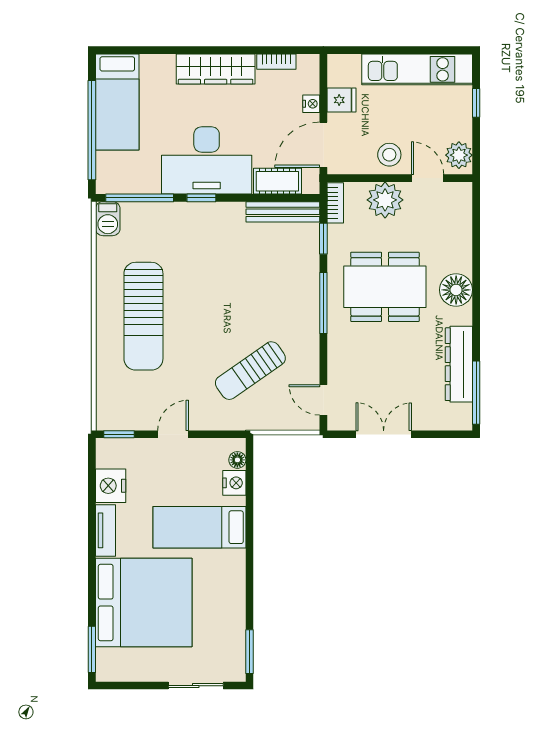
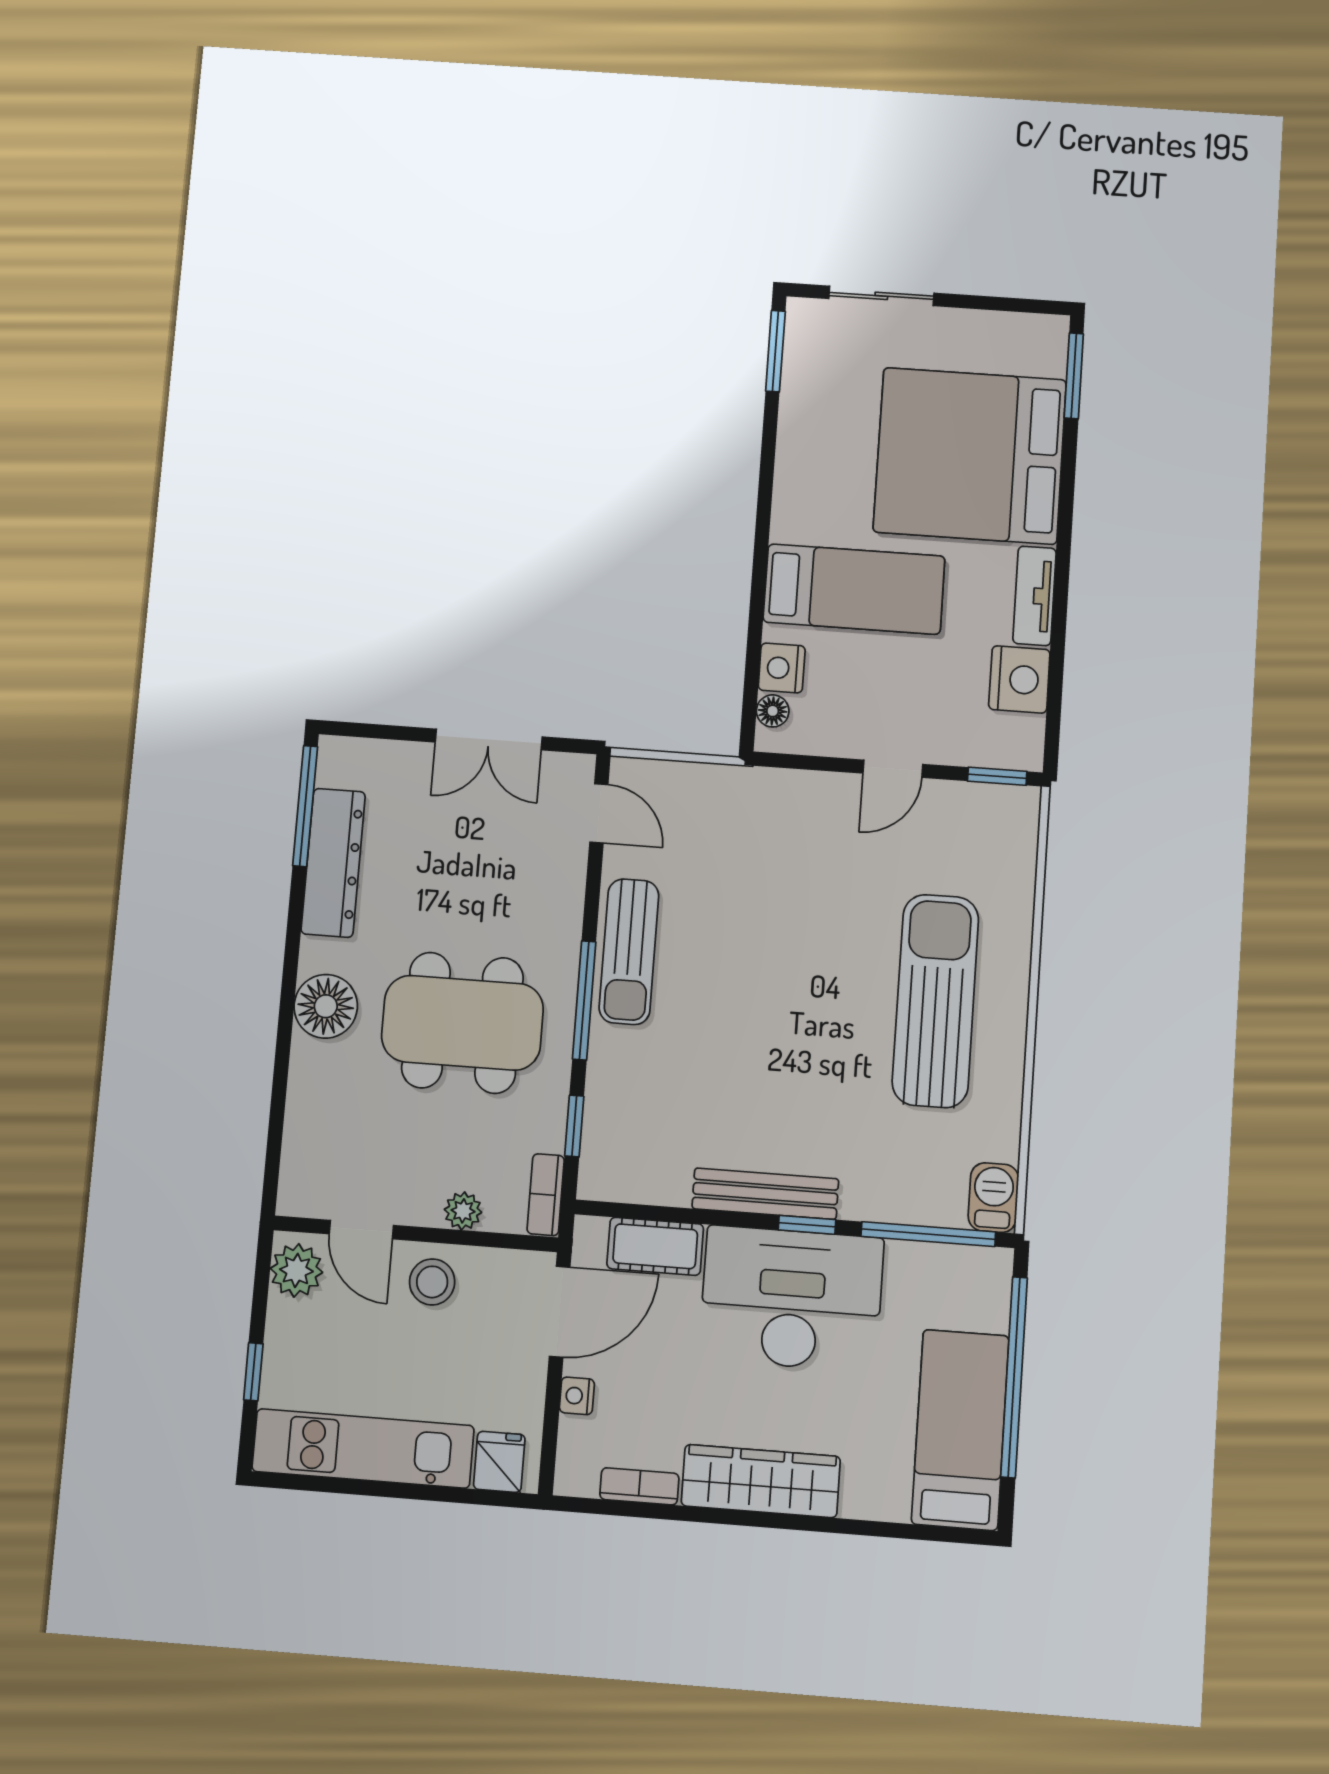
fridge: (341, 100) -> (499, 1462), moved, turned 90
plant: (385, 200) -> (463, 1211), width x0.53, depth x0.53
bench: (283, 212) -> (765, 1194), moved
sun lounger: (250, 371) -> (629, 952), moved, turned 125

